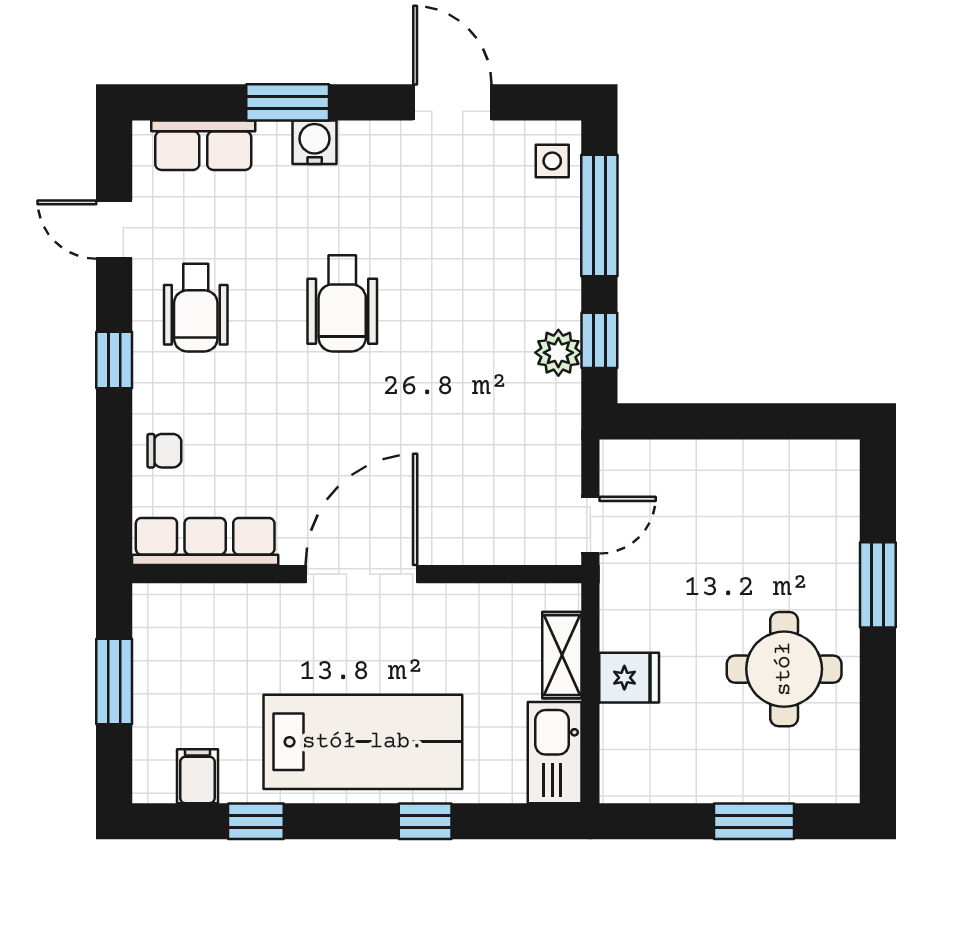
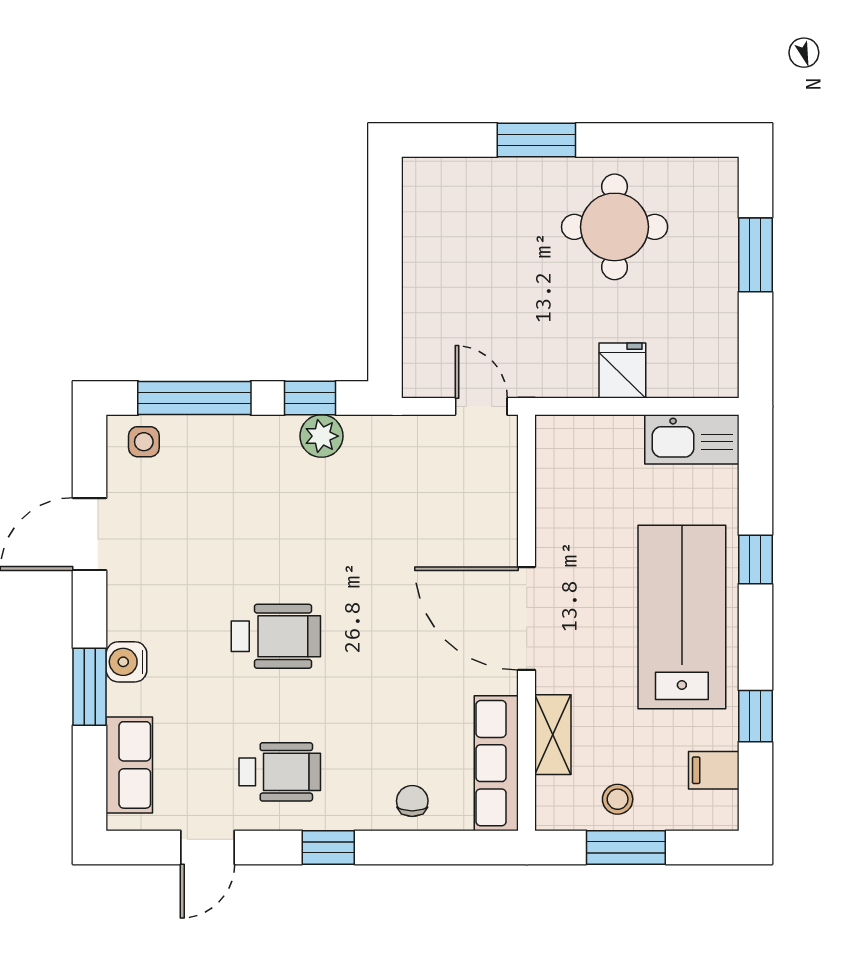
shelving: (562, 655) -> (553, 735), moved, turned 90
stool: (166, 672) -> (618, 799), added

